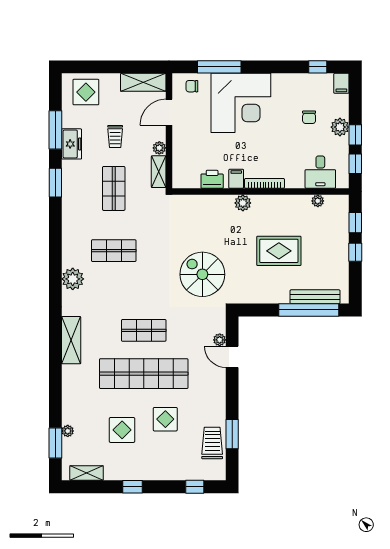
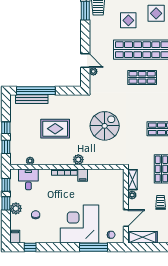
printer: (212, 179) -> (98, 175), removed
spiral stairs: (202, 274) -> (105, 126), moved, turned -90

